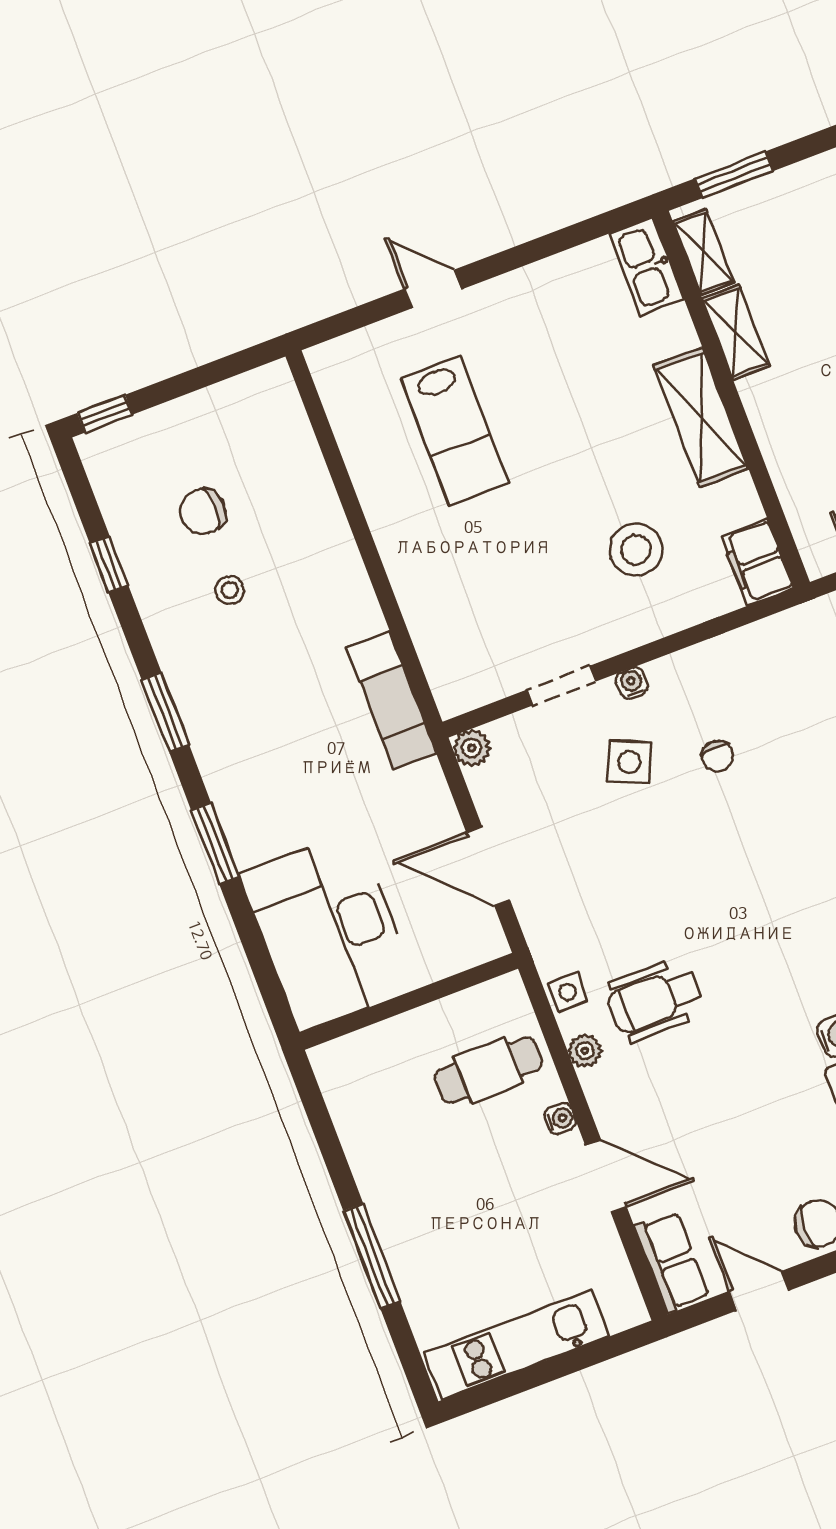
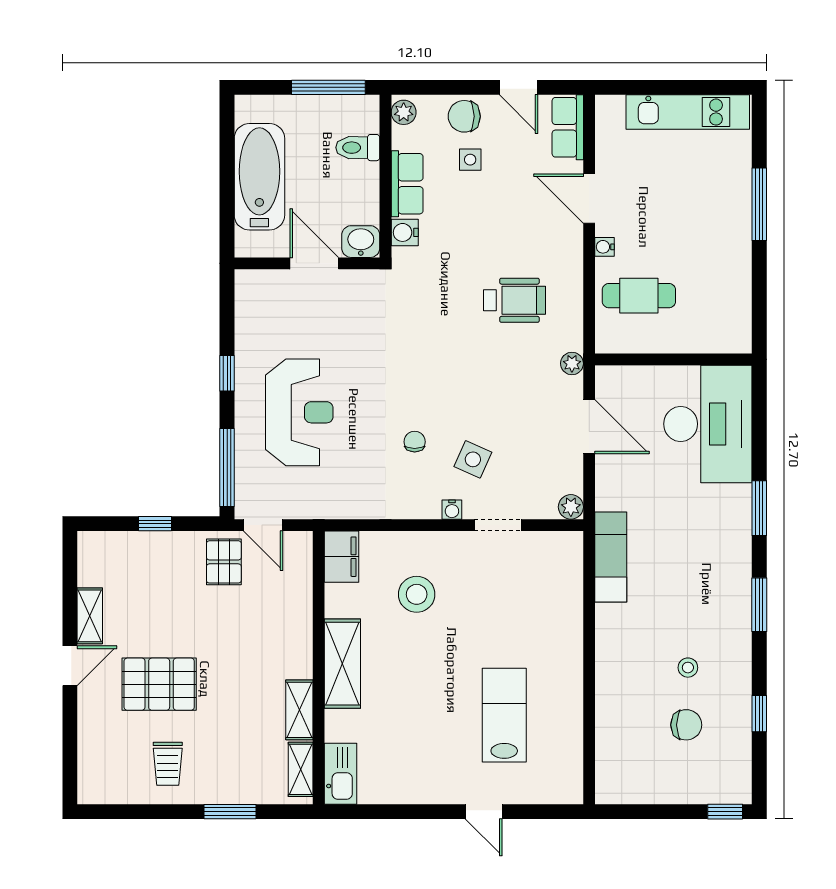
window: (734, 175) -> (230, 812), moved
side table: (568, 992) -> (470, 160), moved
plant: (585, 1051) -> (572, 363), moved

